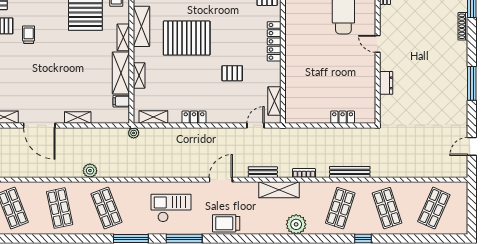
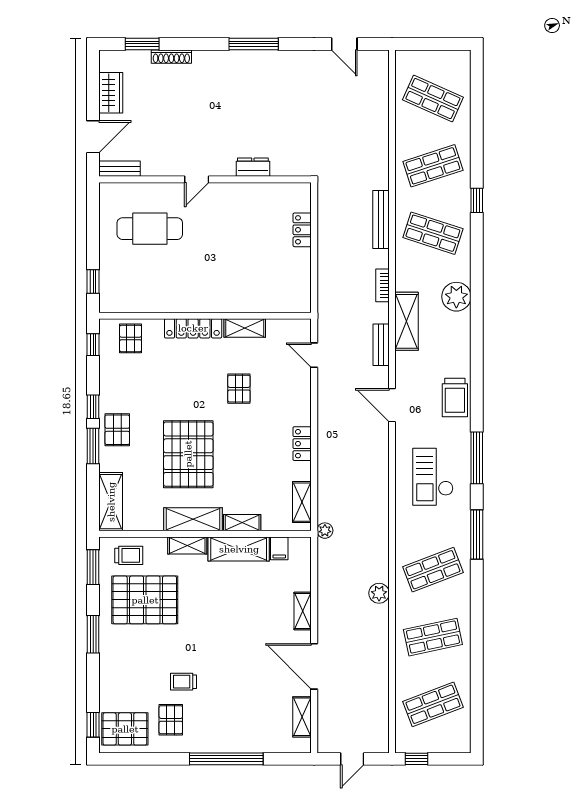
shelving: (141, 26) -> (193, 519), moved
shelving: (274, 101) -> (245, 328), moved
door: (39, 125) -> (314, 666), swing flipped

